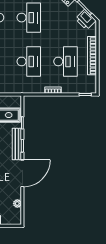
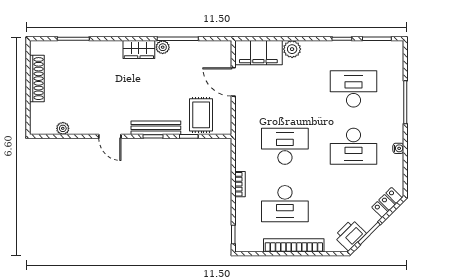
desk: (29, 61) -> (285, 146), turned 180
door: (22, 173) -> (110, 136), width x0.53

